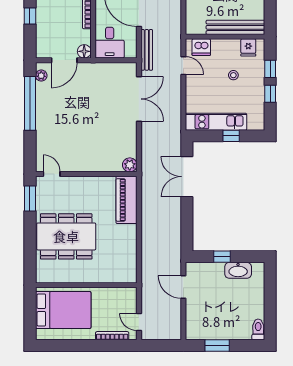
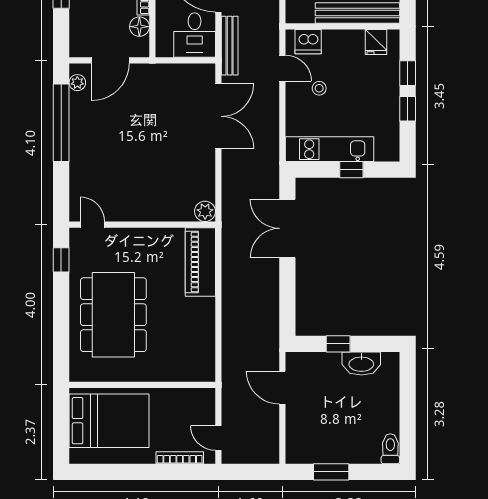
desk: (110, 43) -> (195, 35), moved
floor lamp: (84, 51) -> (139, 27), moved
stool: (233, 75) -> (319, 88), moved
window: (30, 198) -> (61, 260), width x0.67
dining table: (66, 236) -> (113, 315), turned 90

